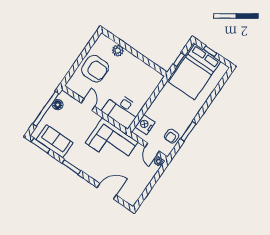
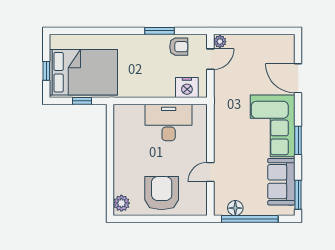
plant: (118, 51) -> (121, 203), moved
desk: (122, 110) -> (169, 123), moved, turned -90
corner sofa: (112, 142) -> (273, 126), moved, turned 180

